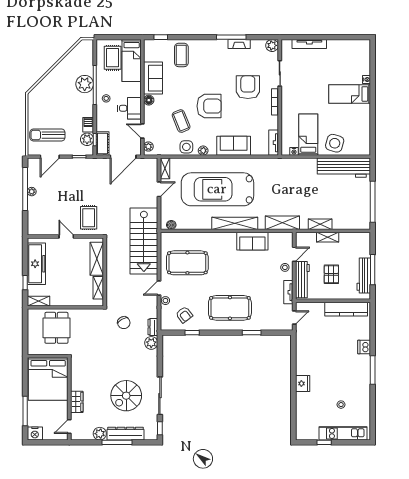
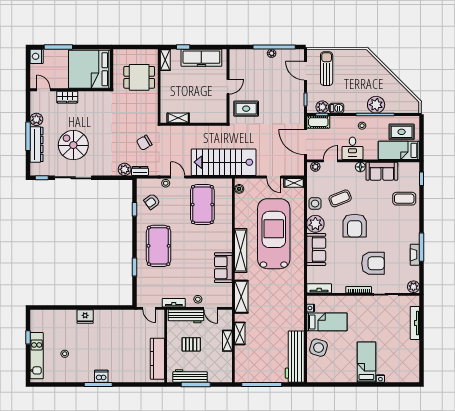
plant: (203, 151) -> (315, 224), width x1.87, depth x1.87
shelving: (97, 259) -> (206, 116), removed
dishwasher: (364, 347) -> (101, 376), moved

